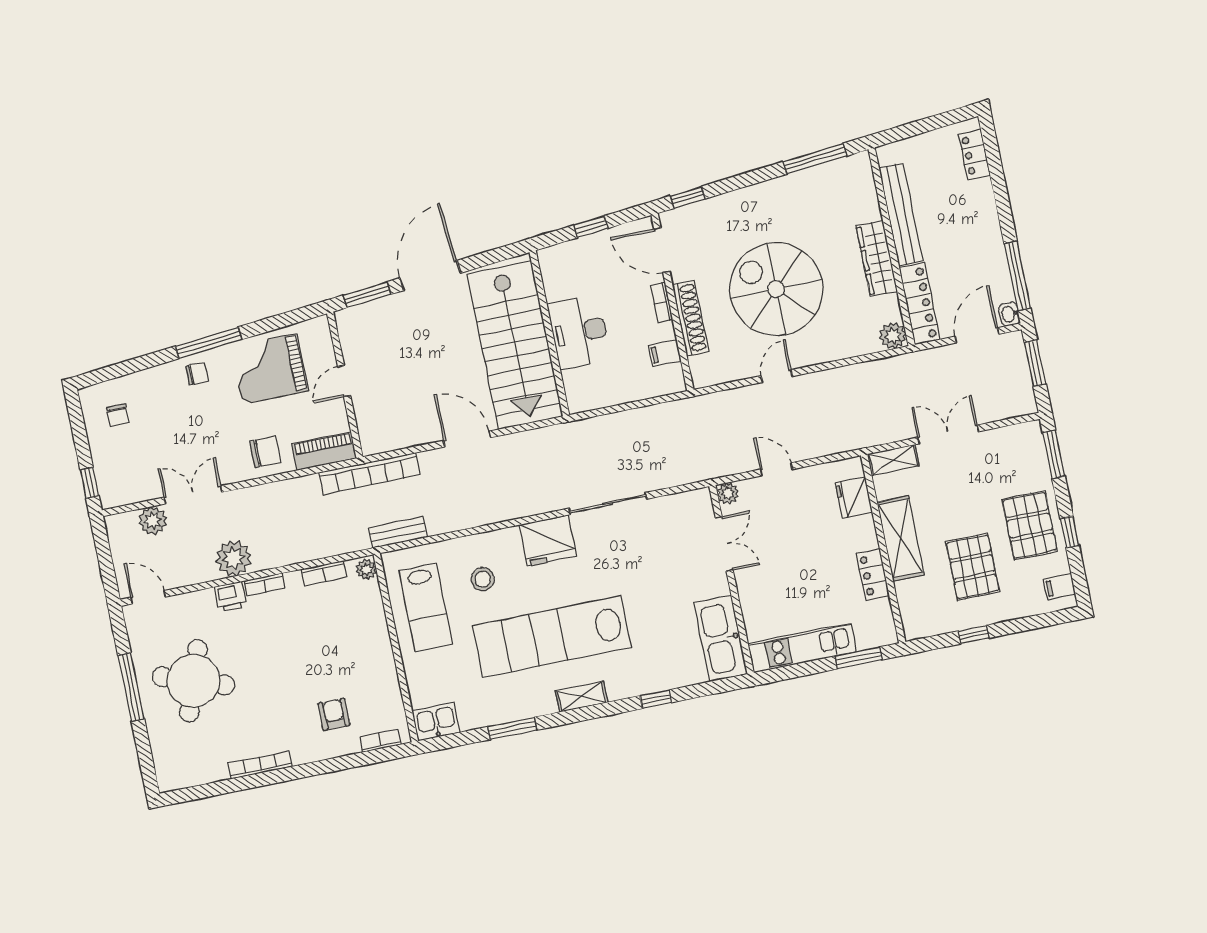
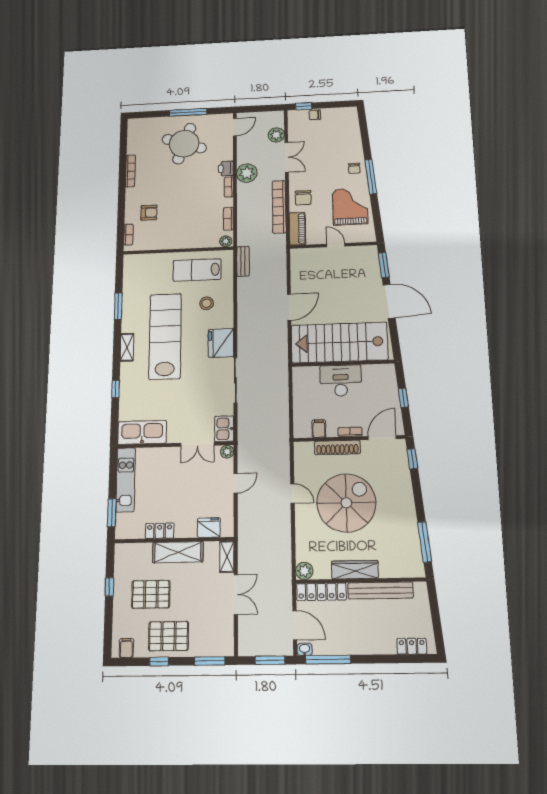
chair: (118, 415) -> (315, 115), moved
bookcase: (369, 474) -> (279, 207), moved
kitchen sink: (436, 722) -> (224, 429), moved, turned 180

